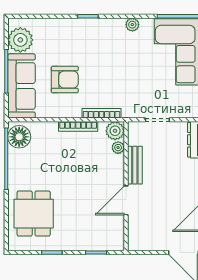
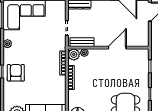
armchair: (65, 80) -> (16, 73), moved
bench: (135, 165) -> (82, 42), moved
door: (126, 200) -> (117, 48), swing flipped

